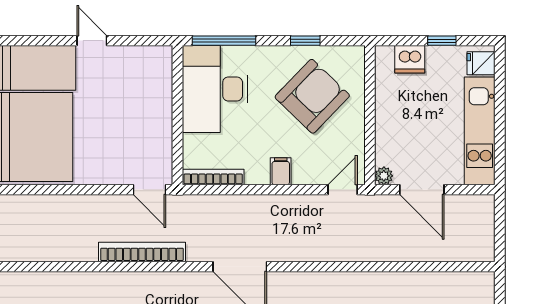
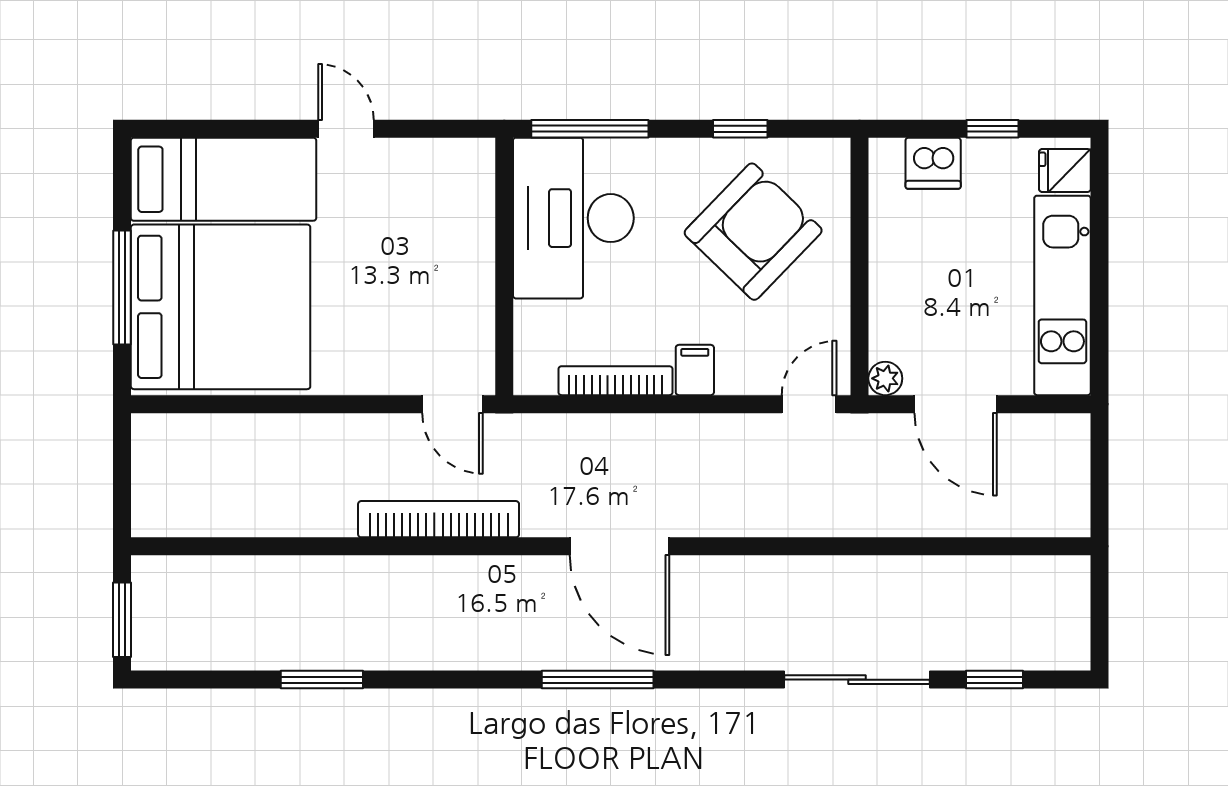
bookcase: (213, 177) -> (615, 381), moved

